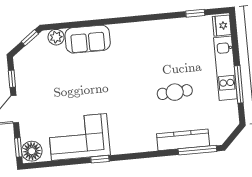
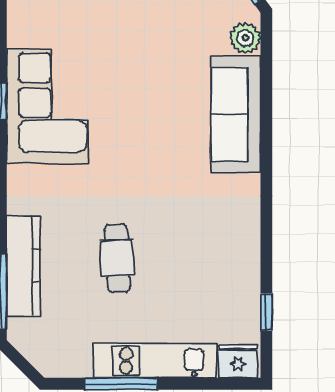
sofa: (88, 39) -> (236, 114), width x1.36
corner sofa: (79, 137) -> (47, 106), moved

